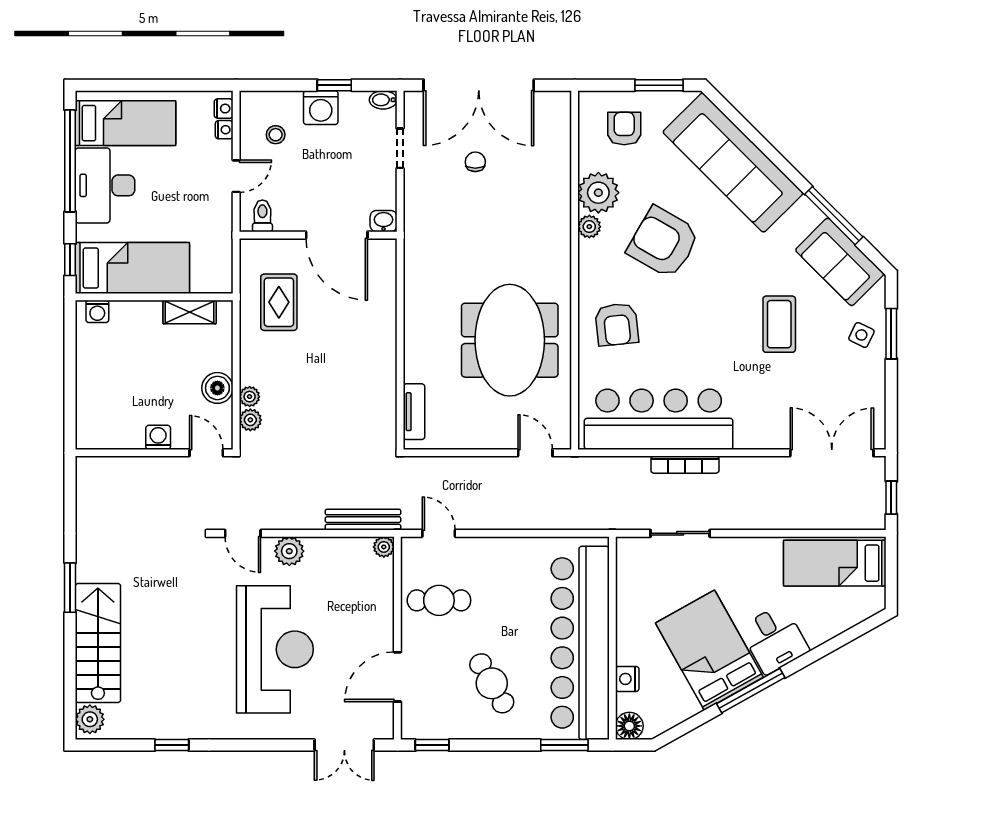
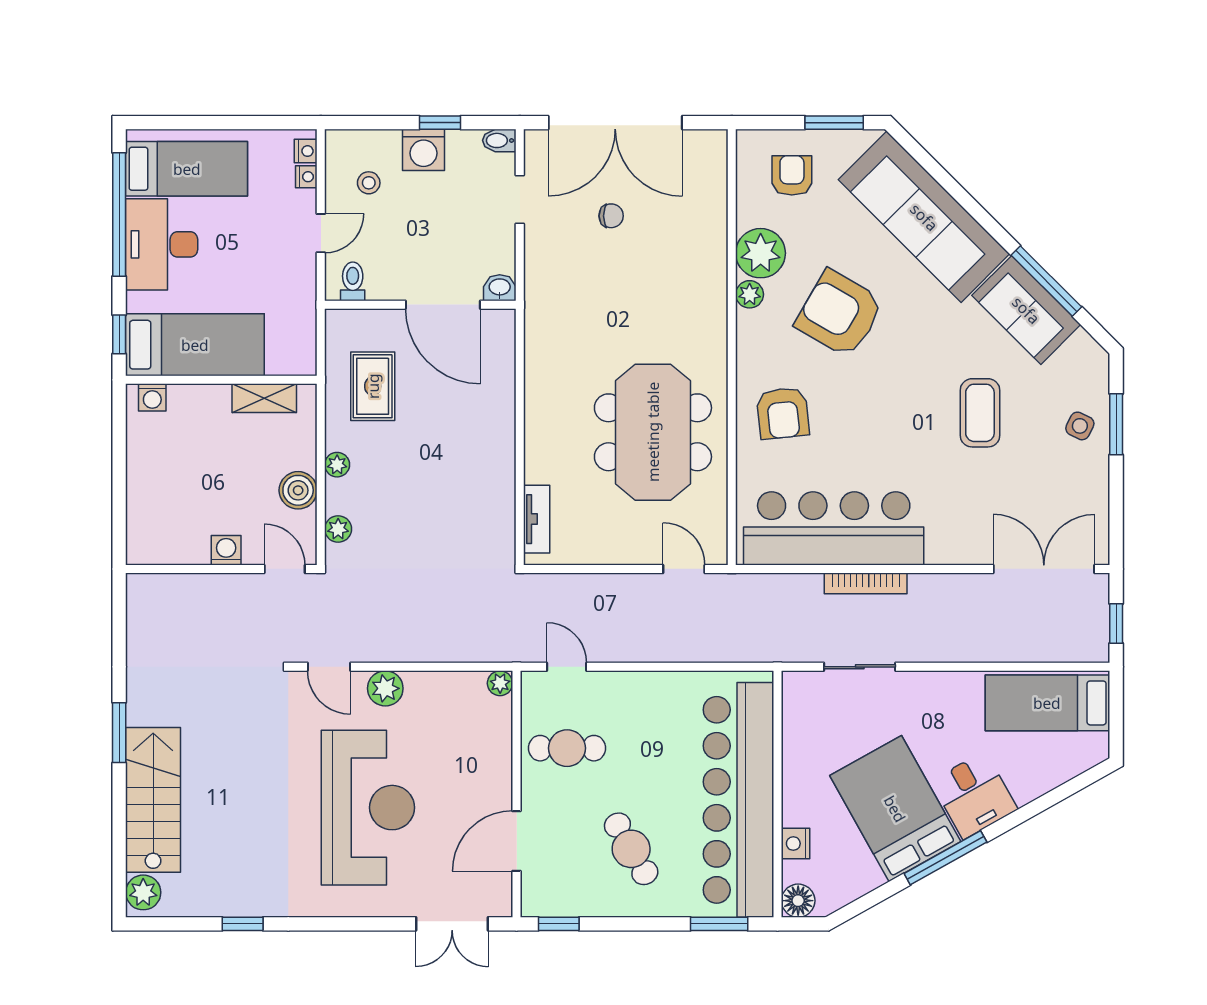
chair: (475, 162) -> (611, 216), turned 90
sofa: (840, 262) -> (1026, 310), moved
plant: (250, 397) -> (337, 465), moved
bench: (363, 520) -> (475, 650), removed

